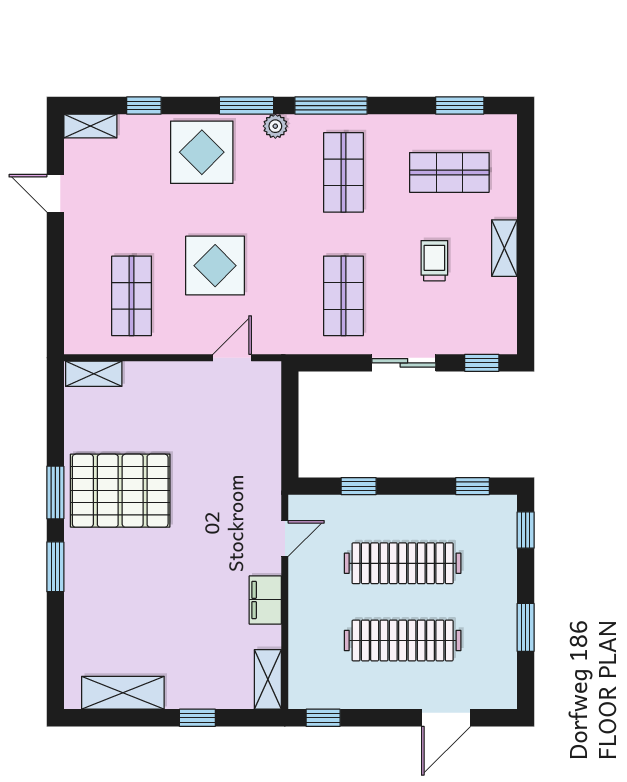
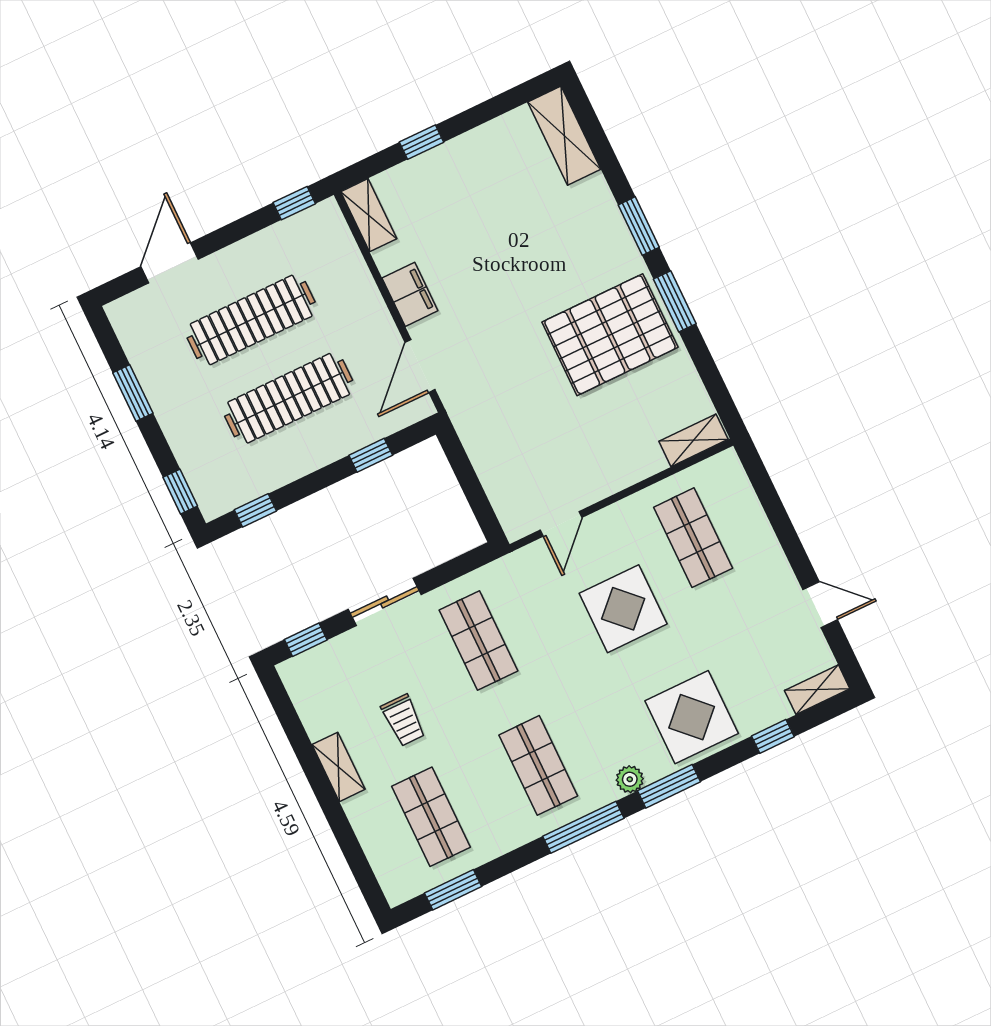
shop shelf: (449, 172) -> (431, 817), turned 90
door: (285, 539) -> (420, 366), width x1.37
shelving: (123, 693) -> (564, 136), moved, turned 90

